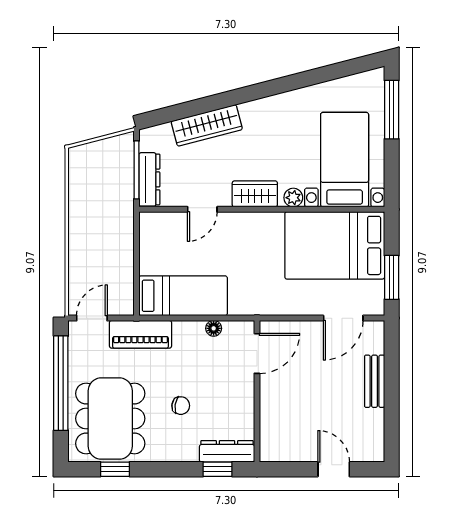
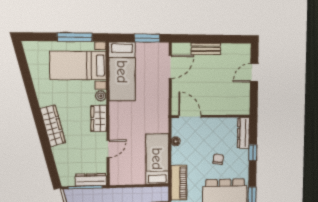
window: (392, 110) -> (75, 37), moved
wardrobe: (207, 125) -> (53, 126), moved
door: (202, 209) -> (108, 149), hinge flipped
bed: (335, 245) -> (122, 72), width x0.67
door: (343, 318) -> (170, 67), hinge flipped
window: (218, 469) -> (253, 153), moved

